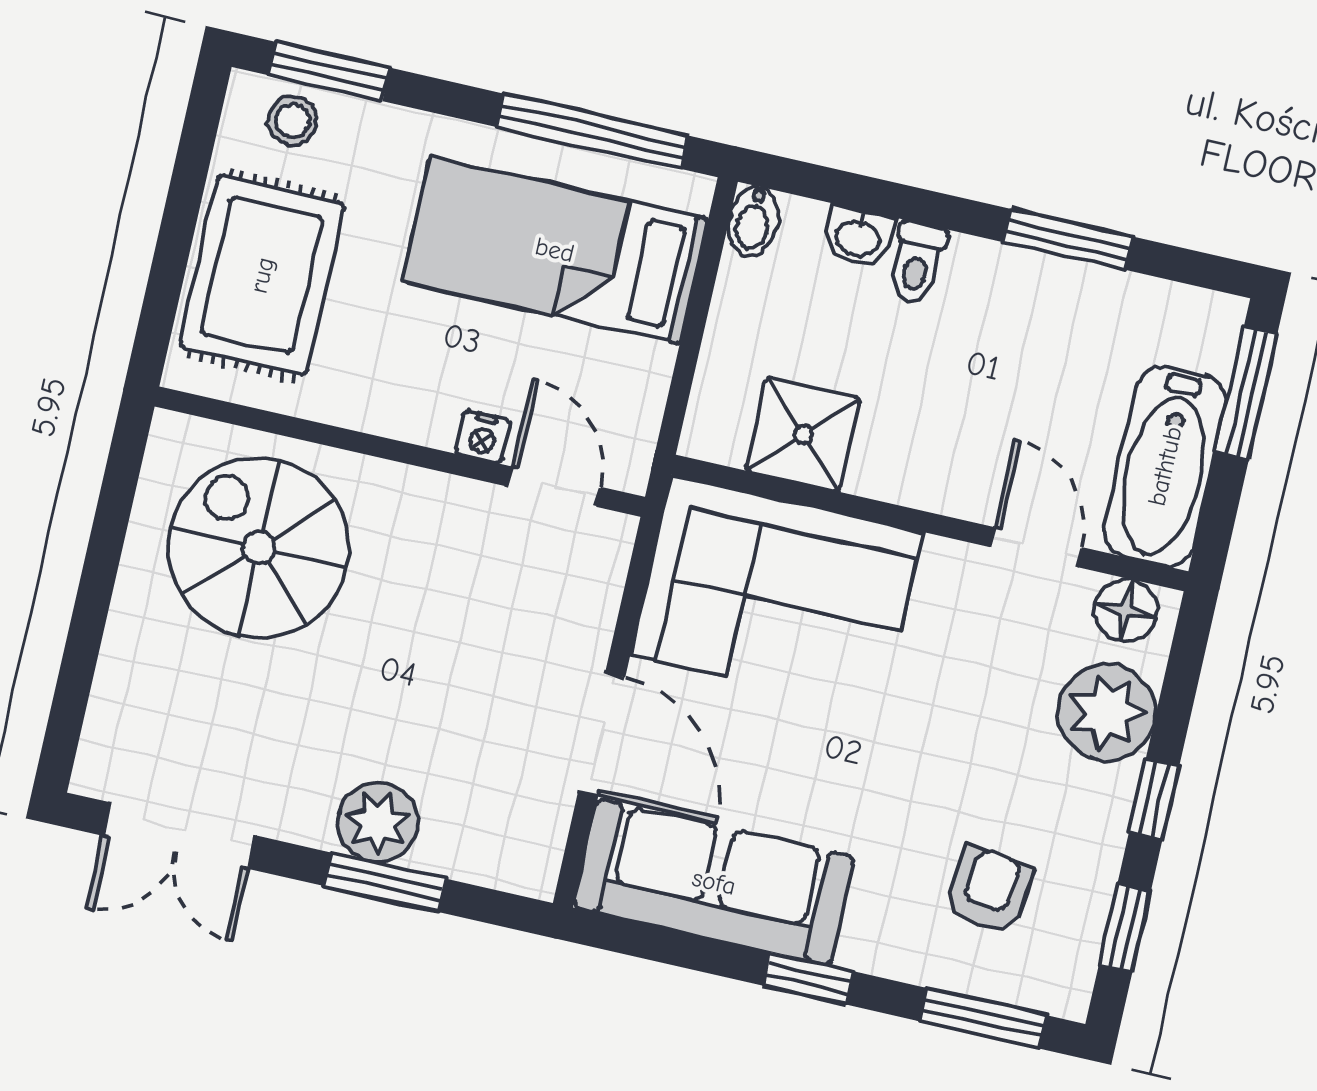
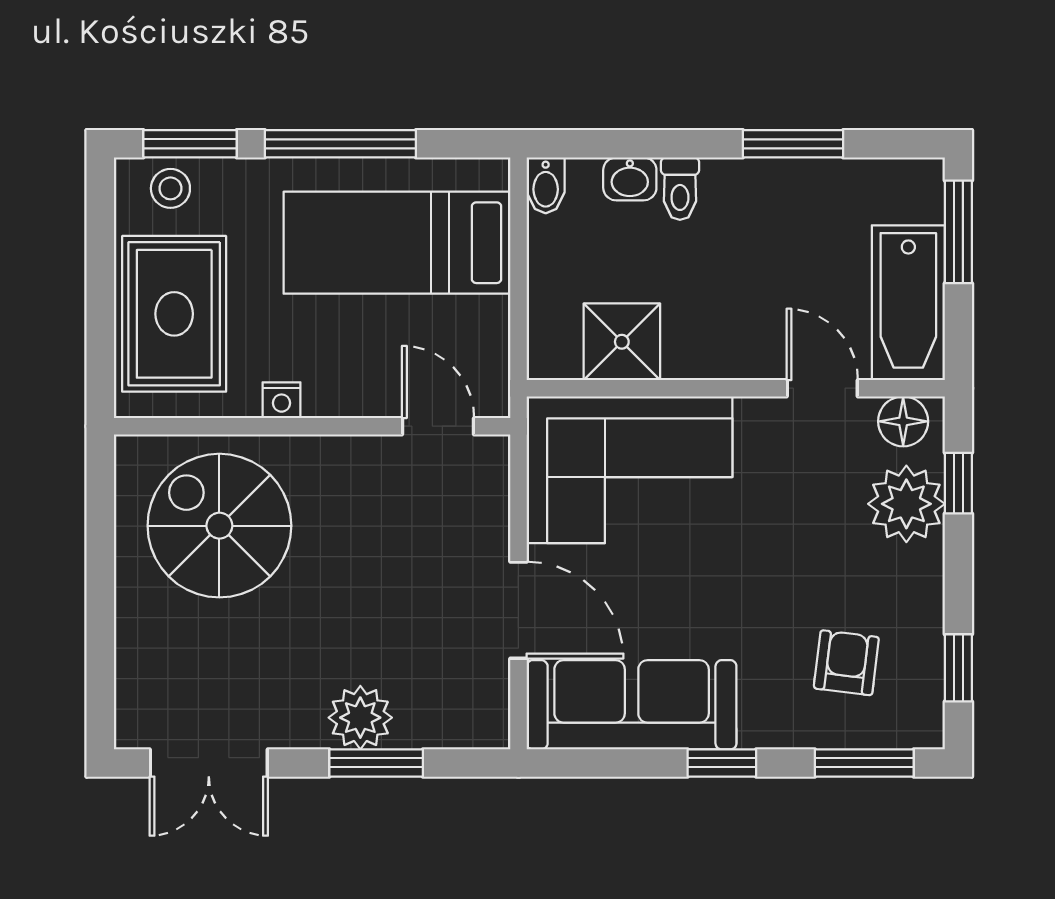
window: (592, 131) -> (340, 144), moved
nightstand: (483, 437) -> (282, 400), moved
window: (1154, 799) -> (958, 483), moved

